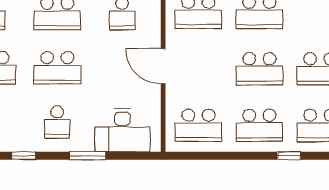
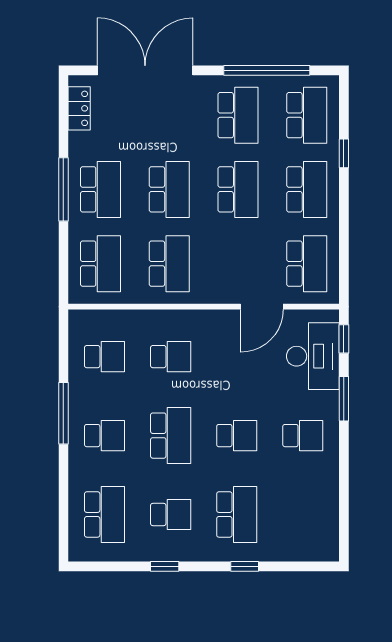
door: (163, 66) -> (262, 307), moved
school desk: (57, 68) -> (237, 436), width x0.54
window: (23, 156) -> (344, 339), moved

